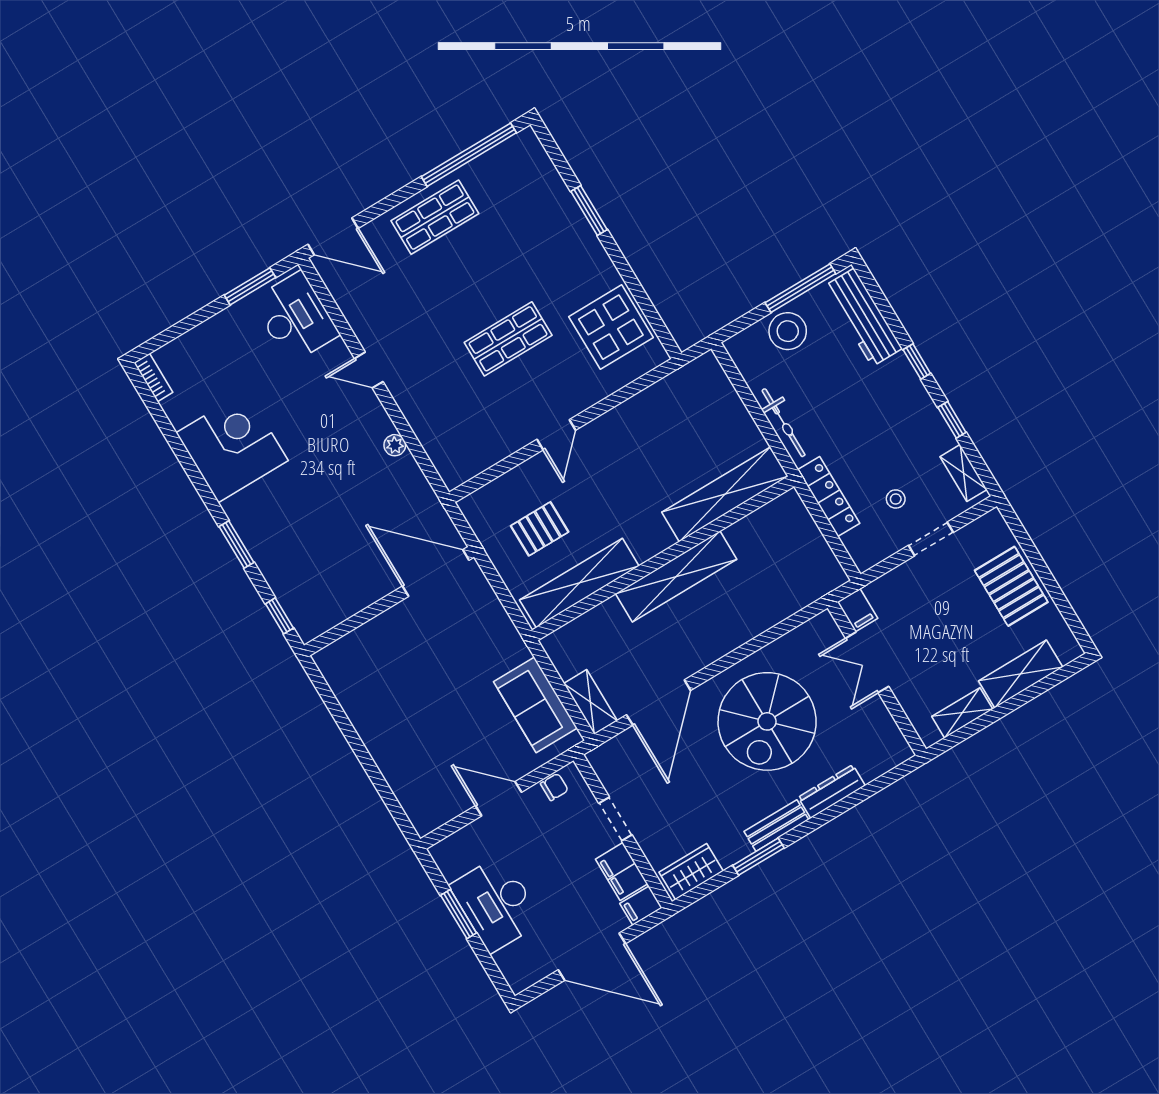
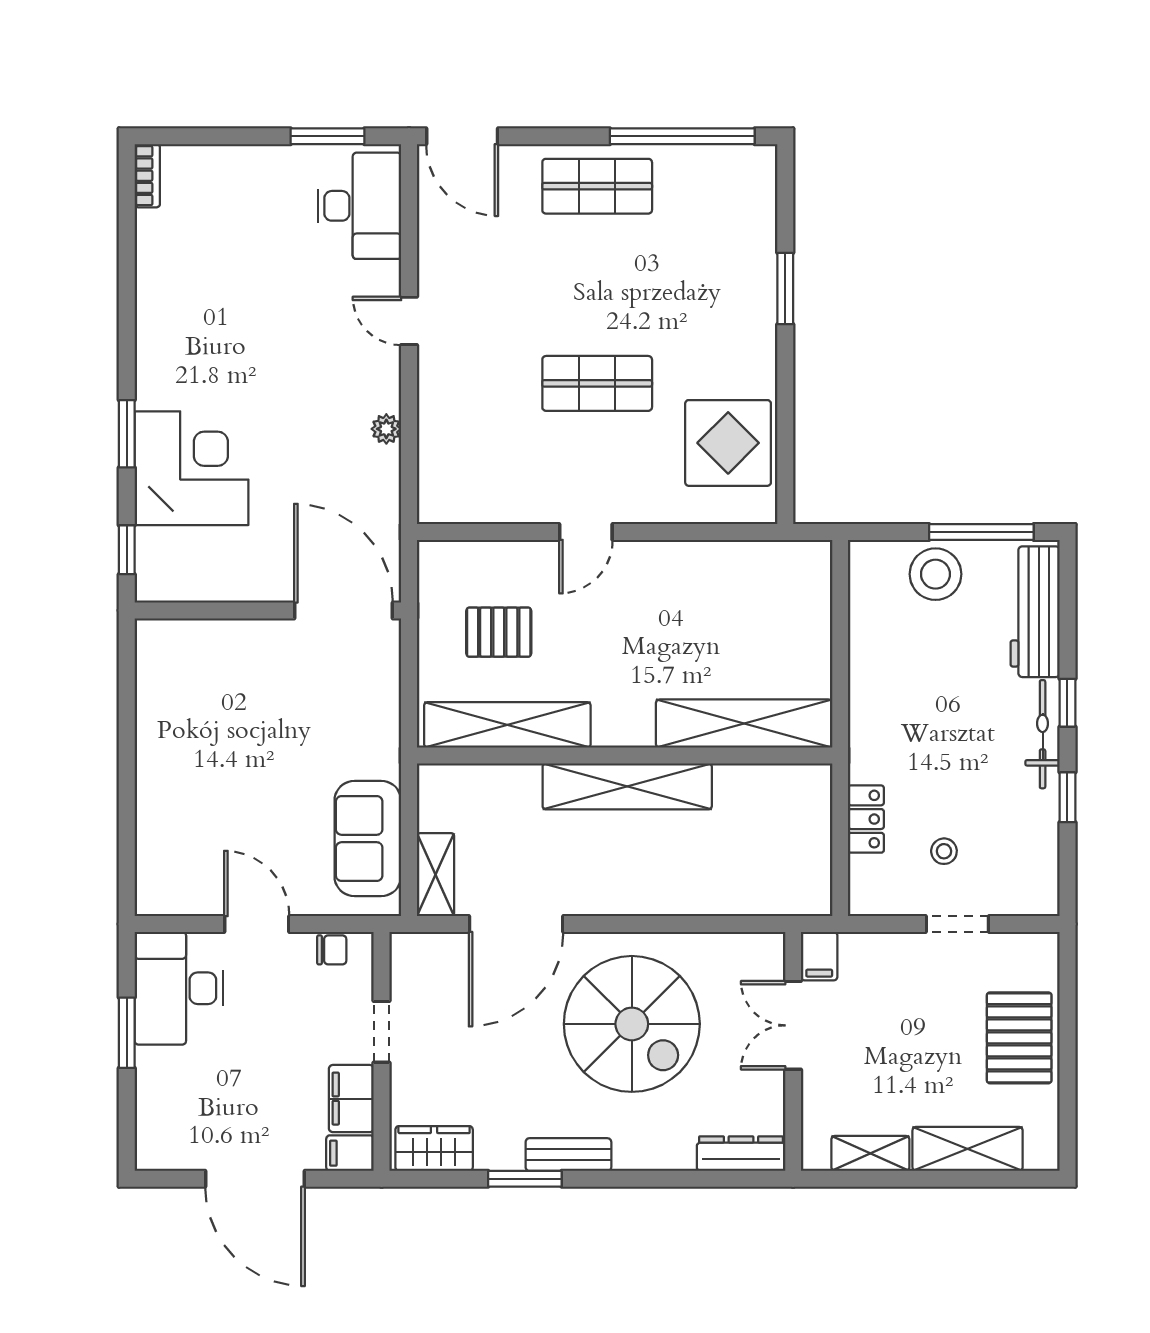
bicycle: (784, 423) -> (1043, 734), moved, turned 180
corner desk: (232, 447) -> (192, 468), moved
shelving: (963, 473) -> (1043, 869), removed
locker: (829, 497) -> (866, 819), width x0.66
spiral stairs: (767, 721) -> (632, 1024), turned -90
dresser: (832, 791) -> (741, 1154), moved
desk: (496, 904) -> (179, 988), moved

